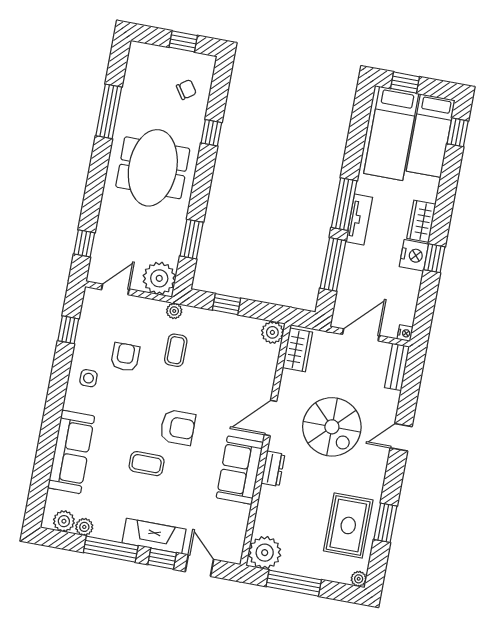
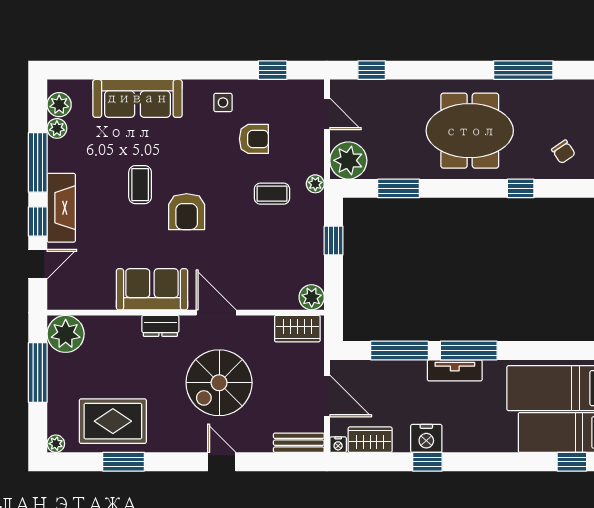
wardrobe: (421, 221) -> (370, 440), moved

